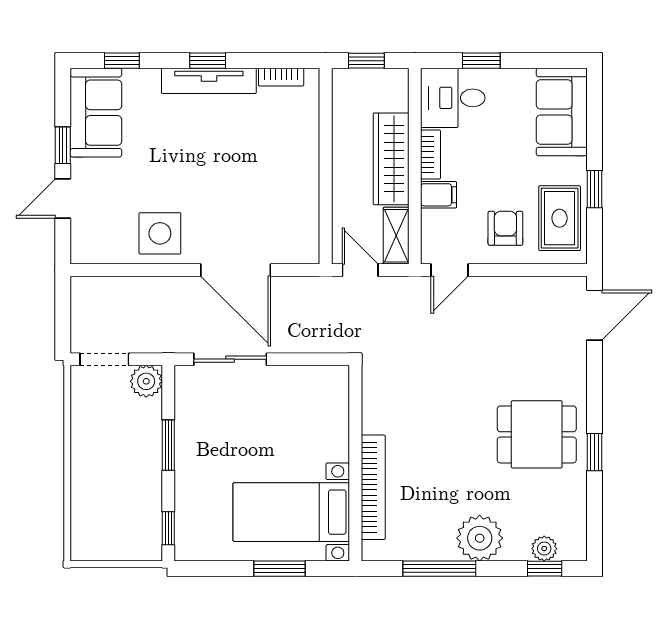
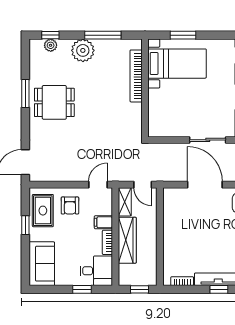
window: (595, 452) -> (25, 94), width x1.50

